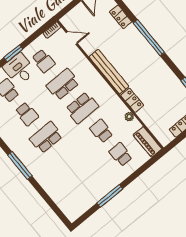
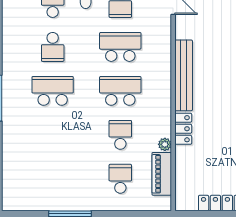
school desk: (82, 108) -> (120, 91), turned 180
piano: (147, 142) -> (162, 174), moved

